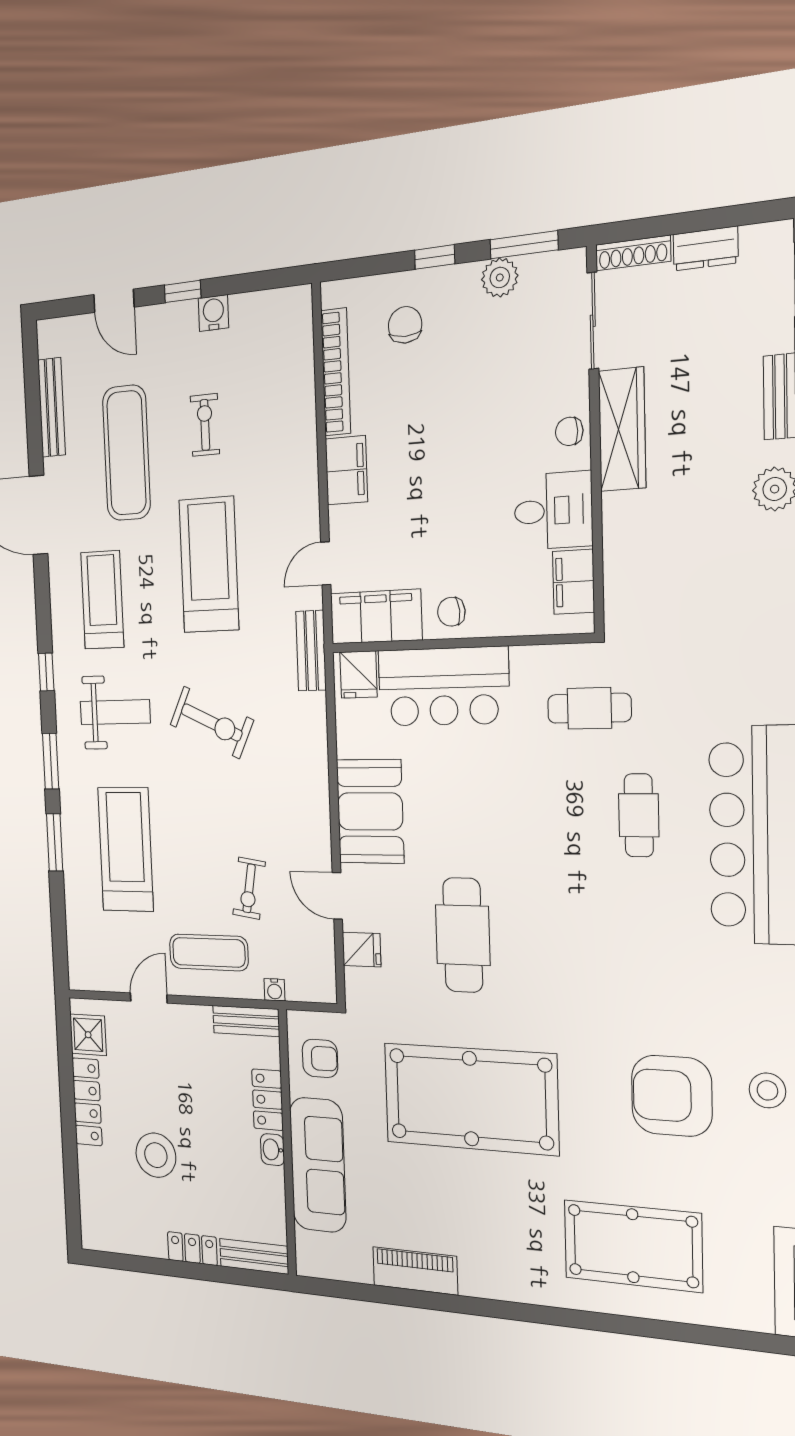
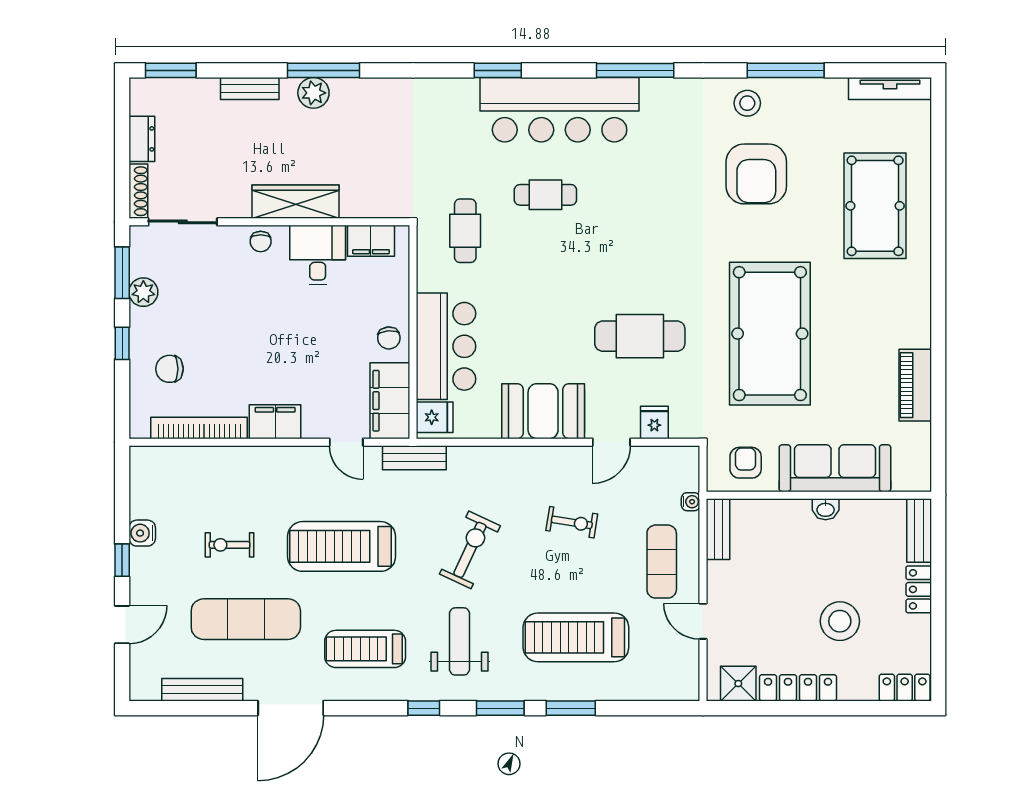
wardrobe: (622, 429) -> (296, 202), moved
exercise bike: (249, 888) -> (572, 522), moved
locker: (268, 1100) -> (905, 688), moved, turned 180

